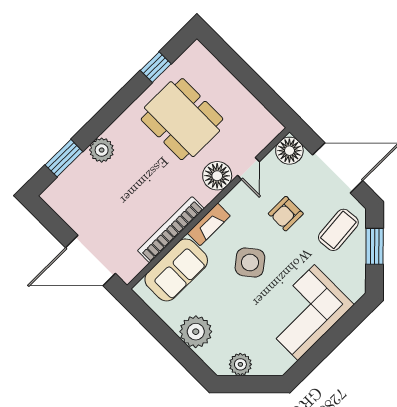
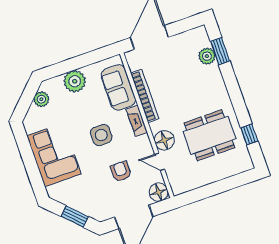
plant: (102, 150) -> (207, 56), moved
coffee table: (338, 230) -> (95, 199), removed
side table: (250, 263) -> (101, 135), turned 38

